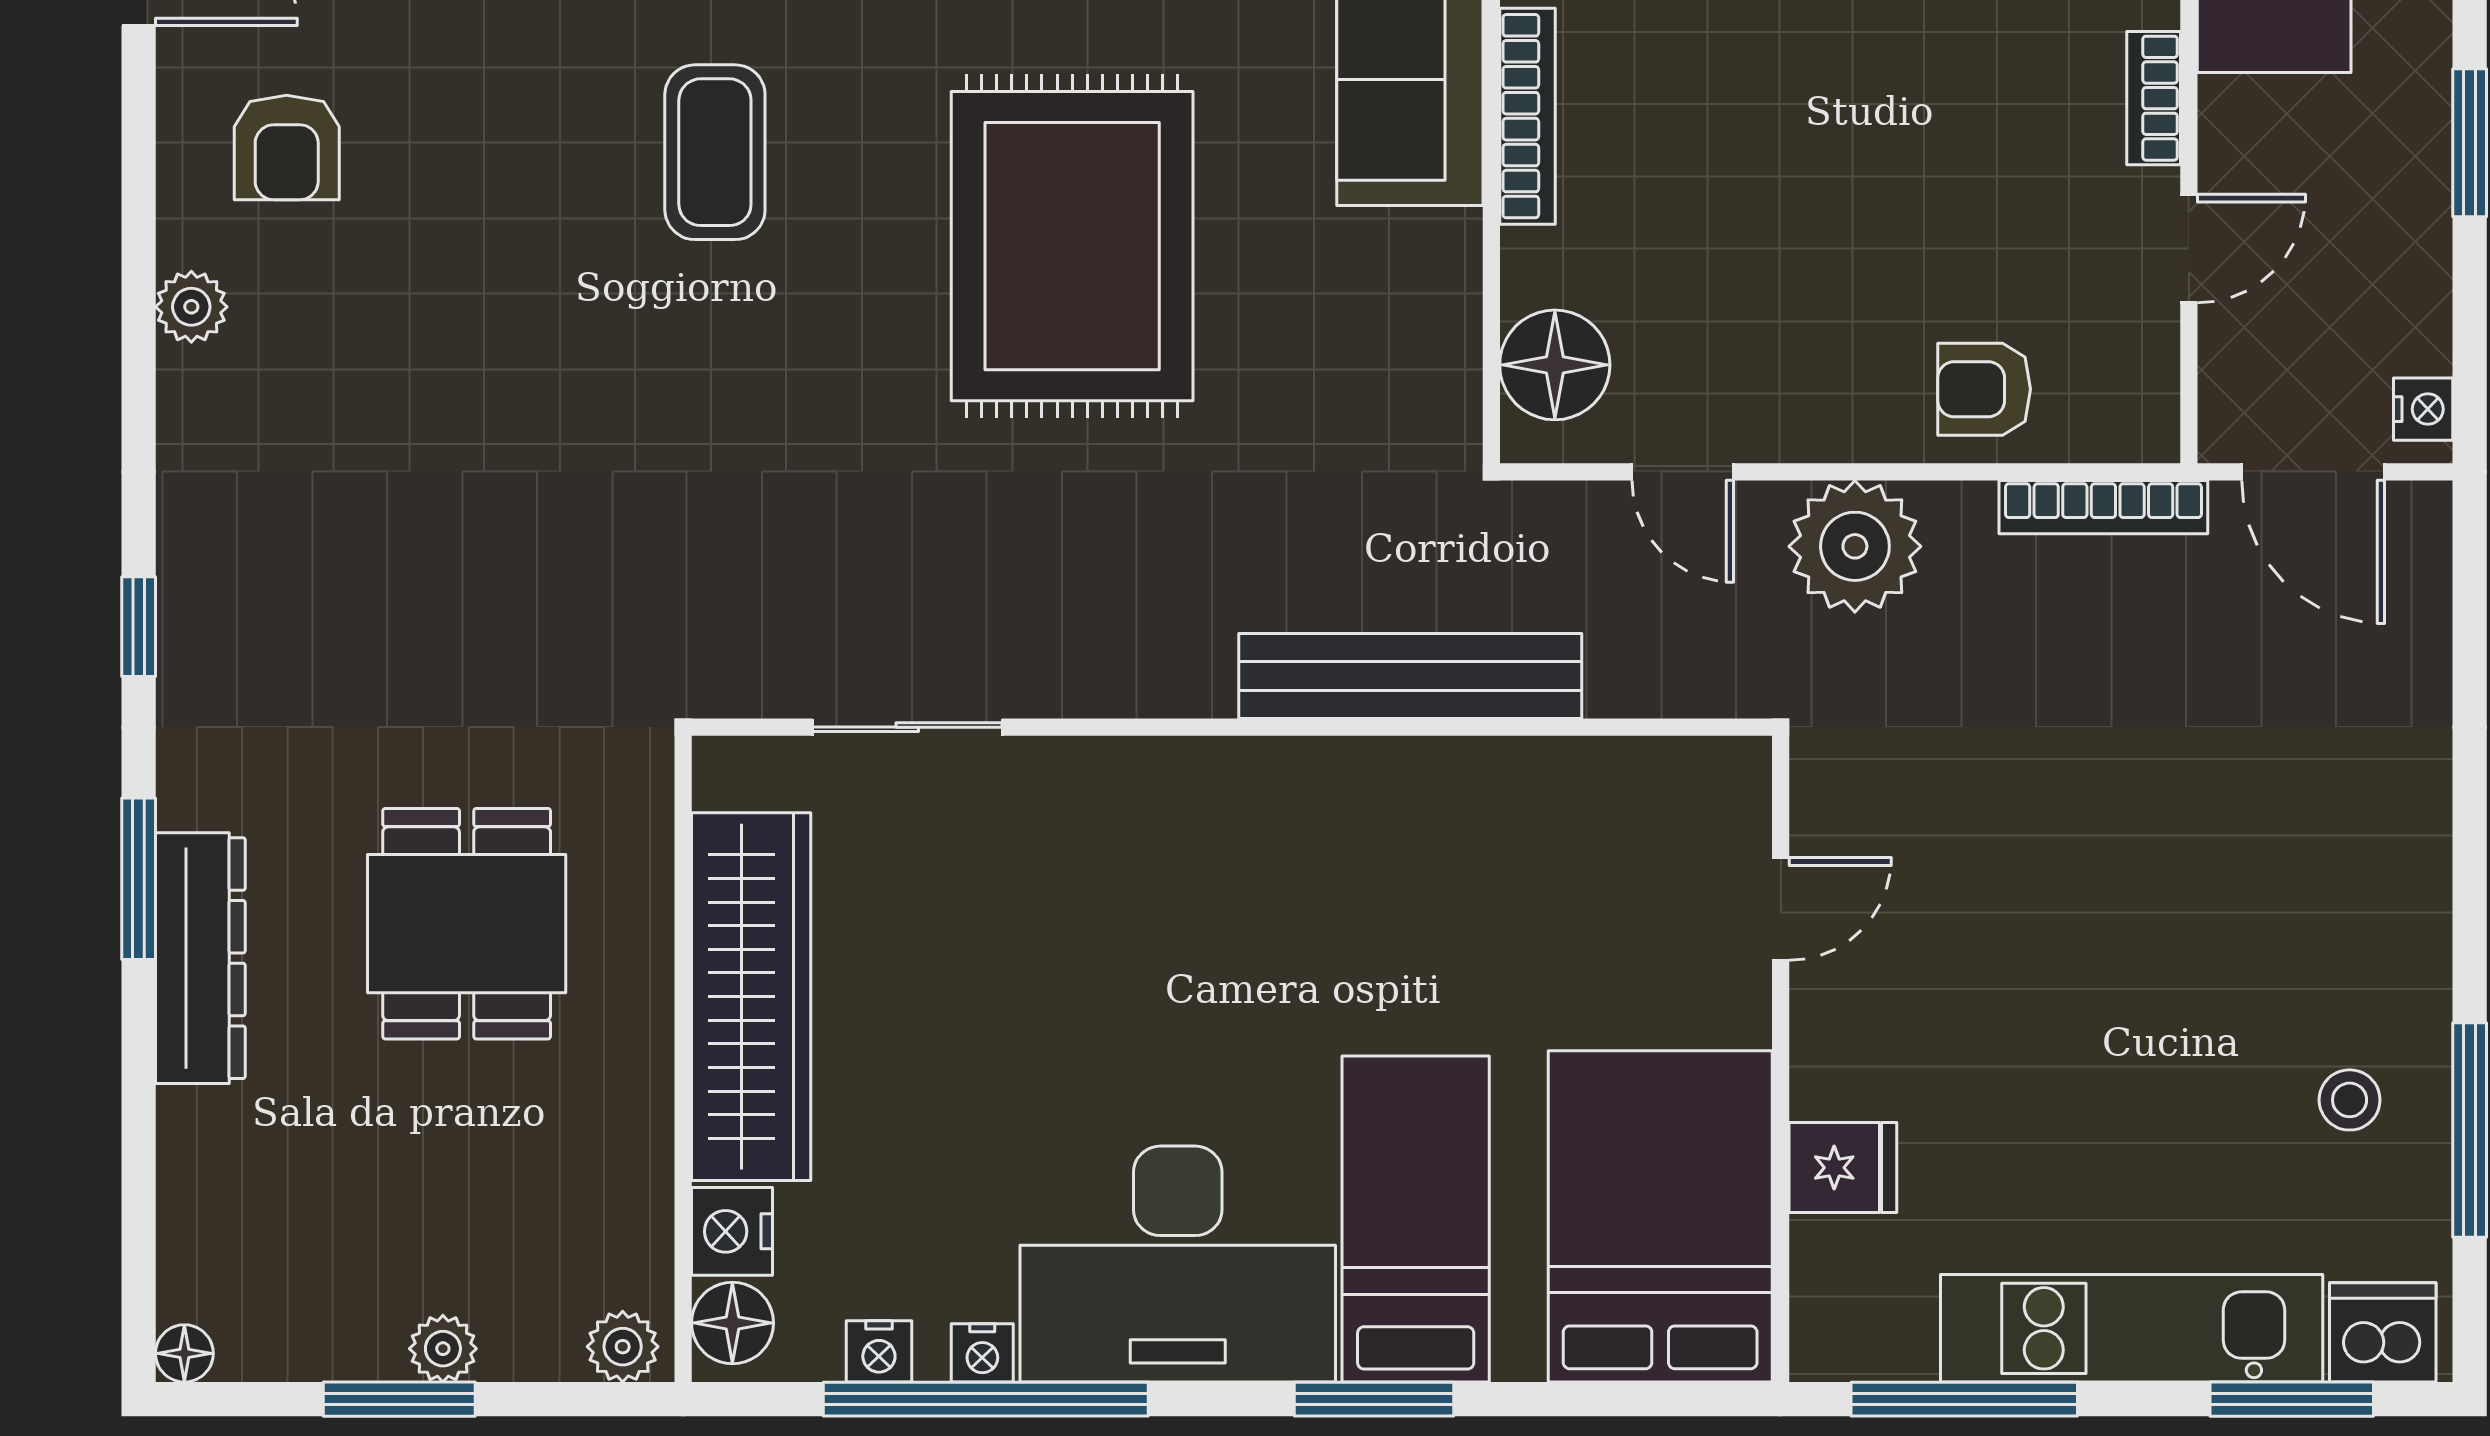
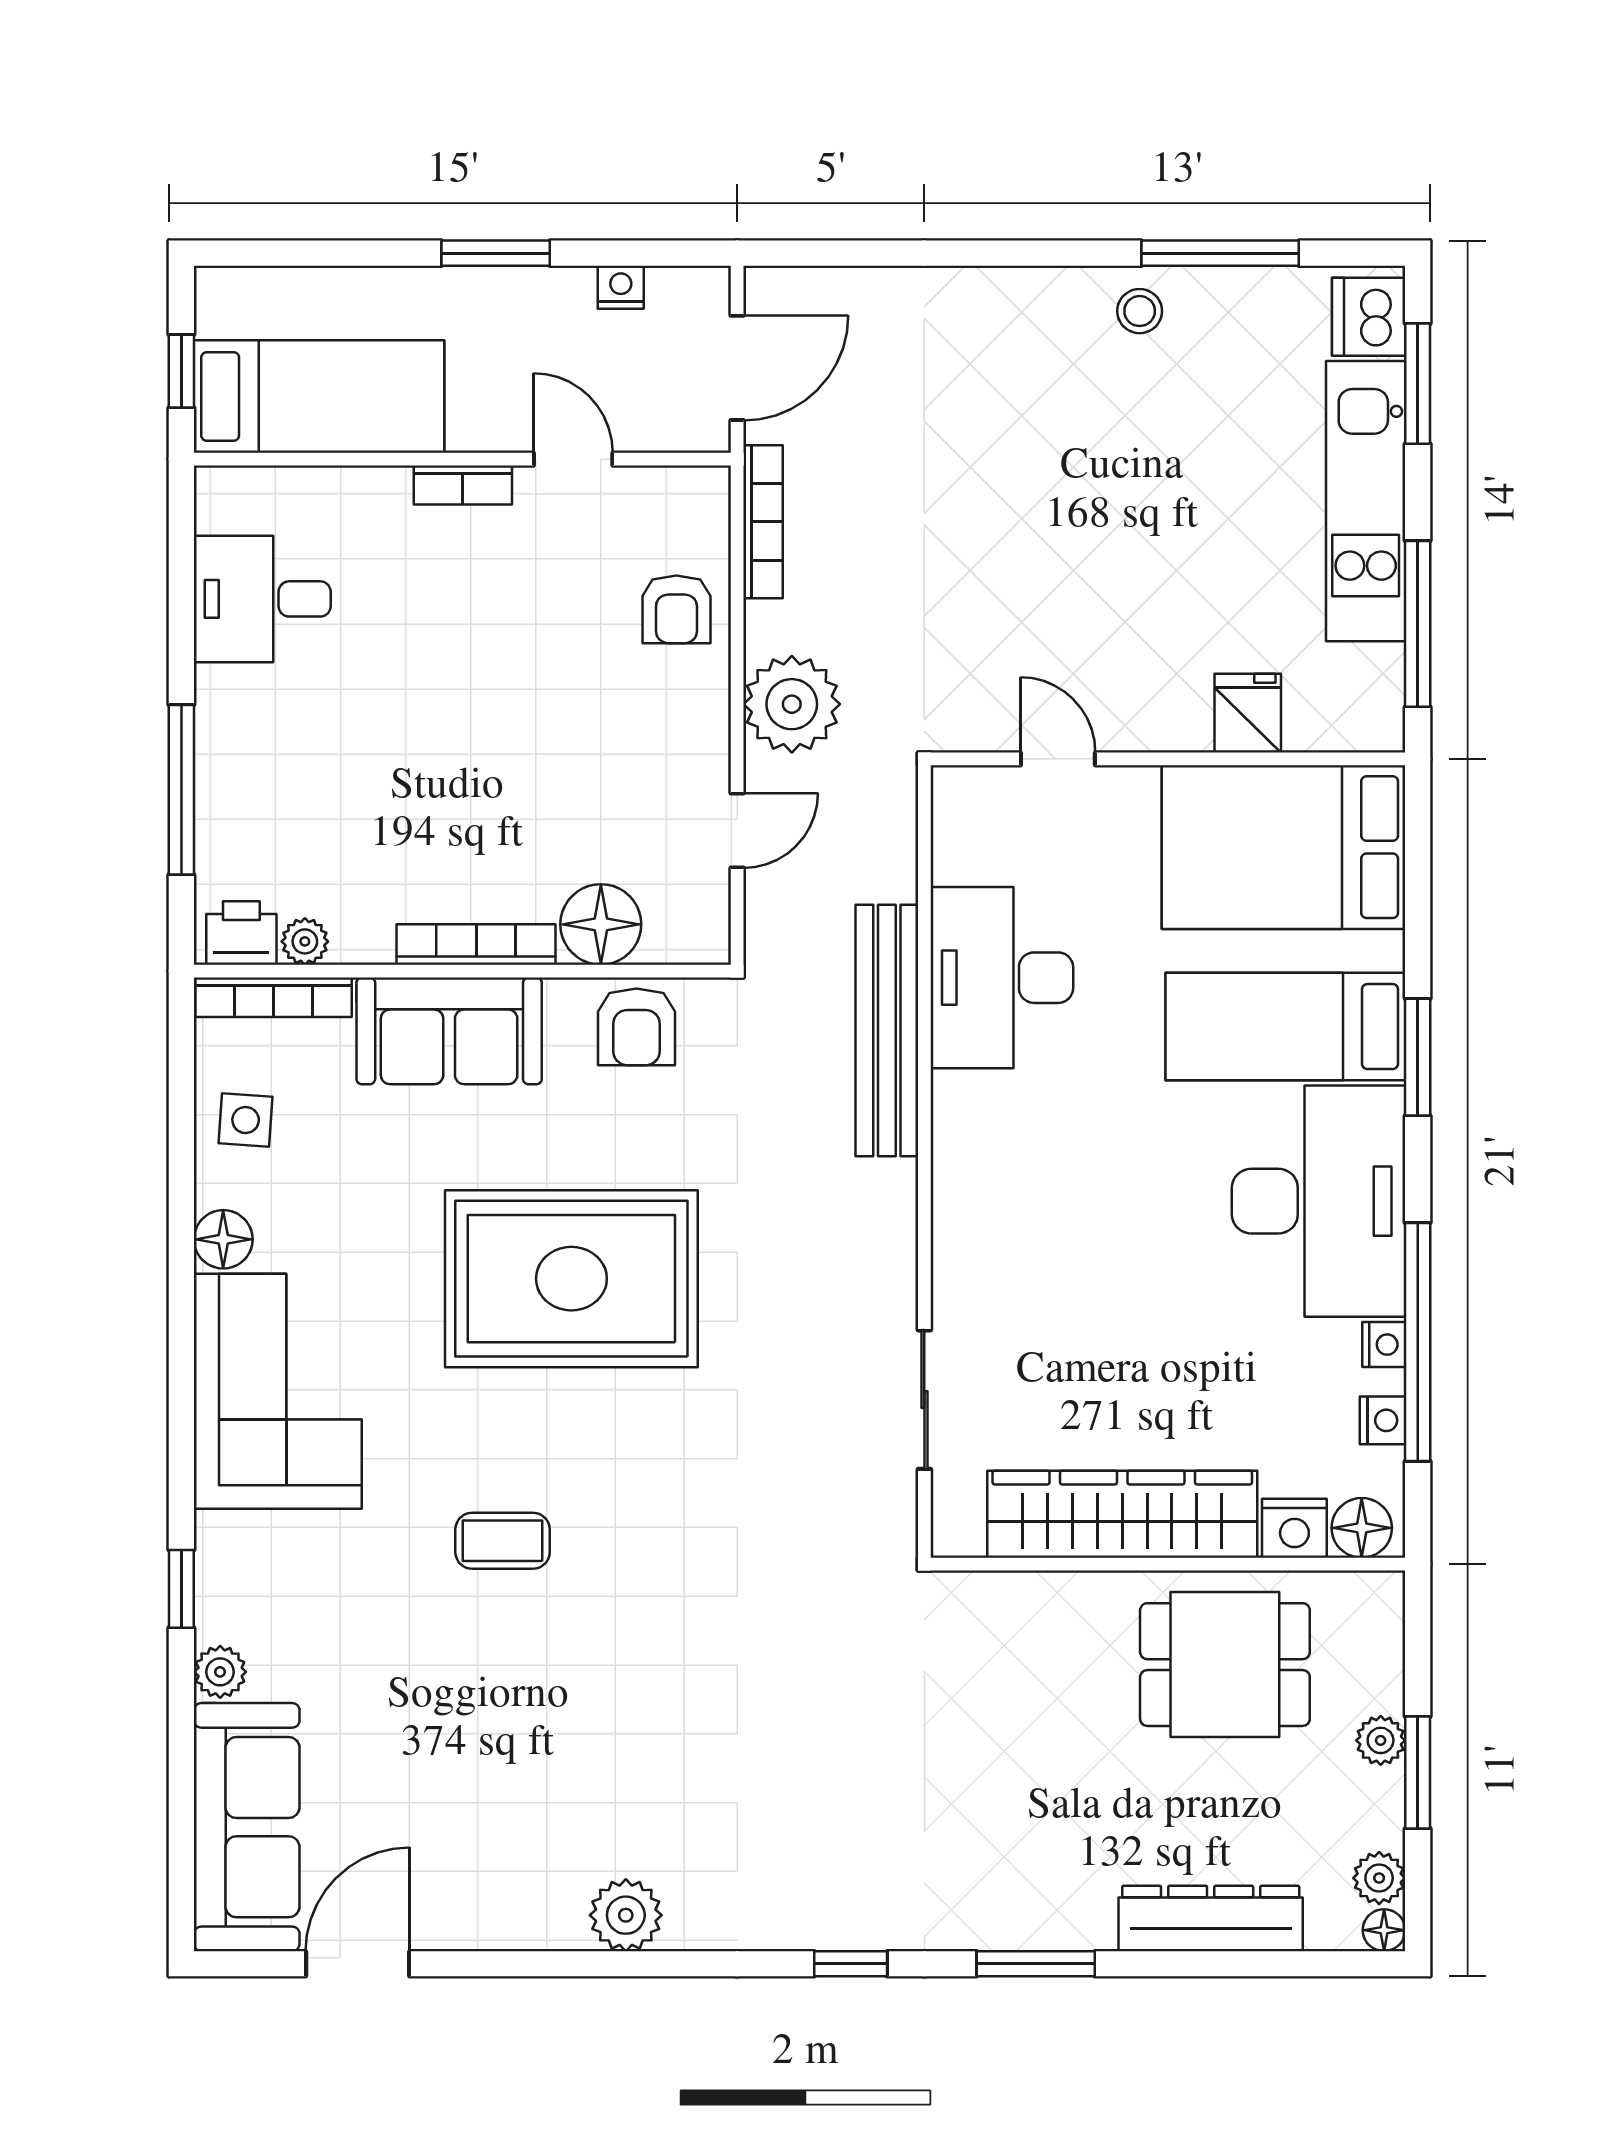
armchair: (287, 148) -> (636, 1027), moved, turned 90
coffee table: (715, 152) -> (503, 1541), width x0.73, depth x0.77
plant: (191, 307) -> (626, 1915), width x1.38, depth x1.38
floor lamp: (1555, 365) -> (601, 924), moved
nightstand: (2423, 409) -> (621, 287), moved
desk: (1482, 833) -> (1002, 978), added
dining table: (467, 924) -> (1225, 1665), moved
dresser: (200, 958) -> (1211, 1918), moved
stool: (2350, 1100) -> (1140, 311), moved
plant: (623, 1347) -> (1379, 1878), moved

